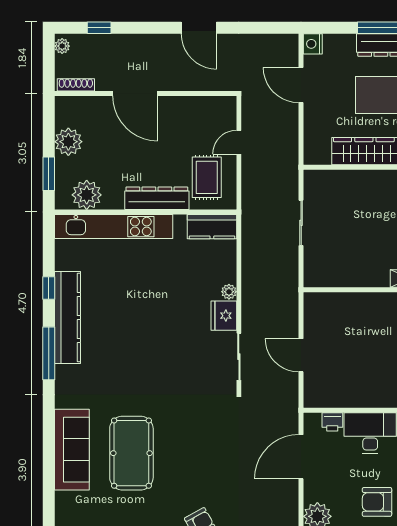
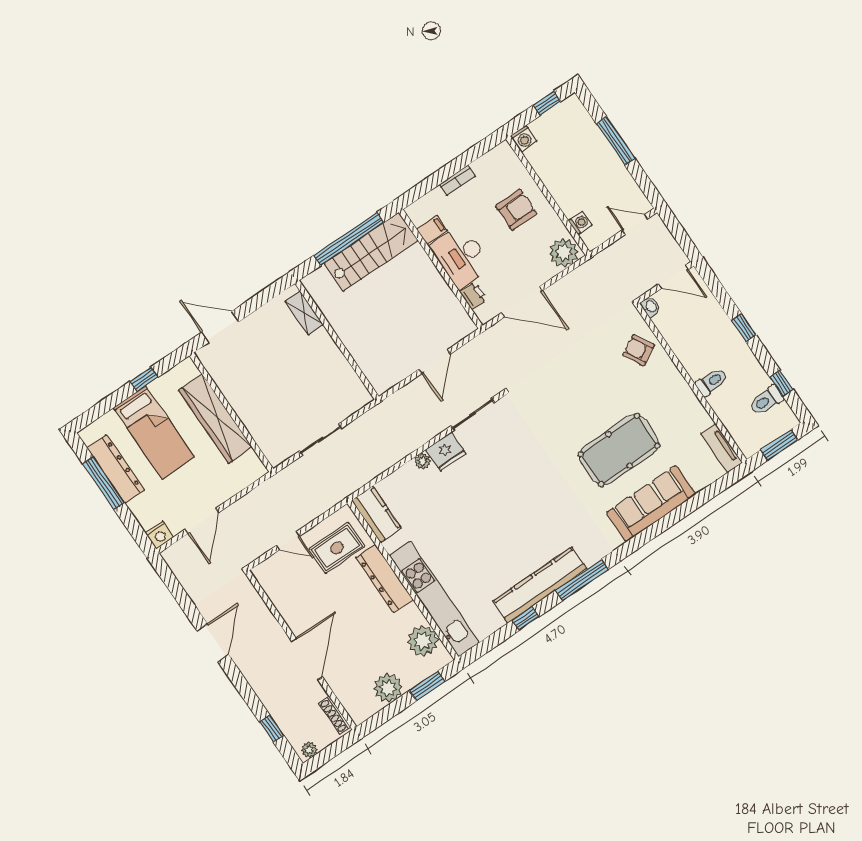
armchair: (377, 502) -> (516, 210), turned -90

